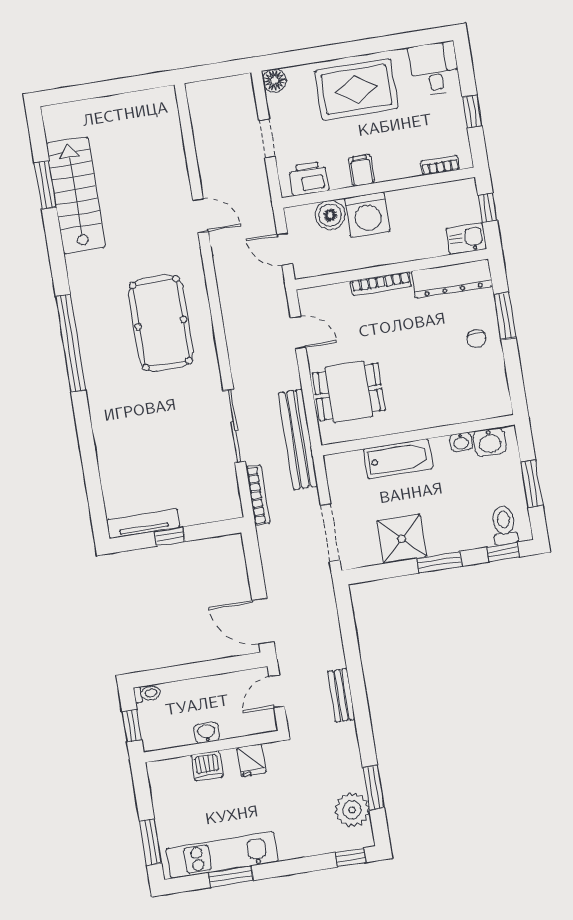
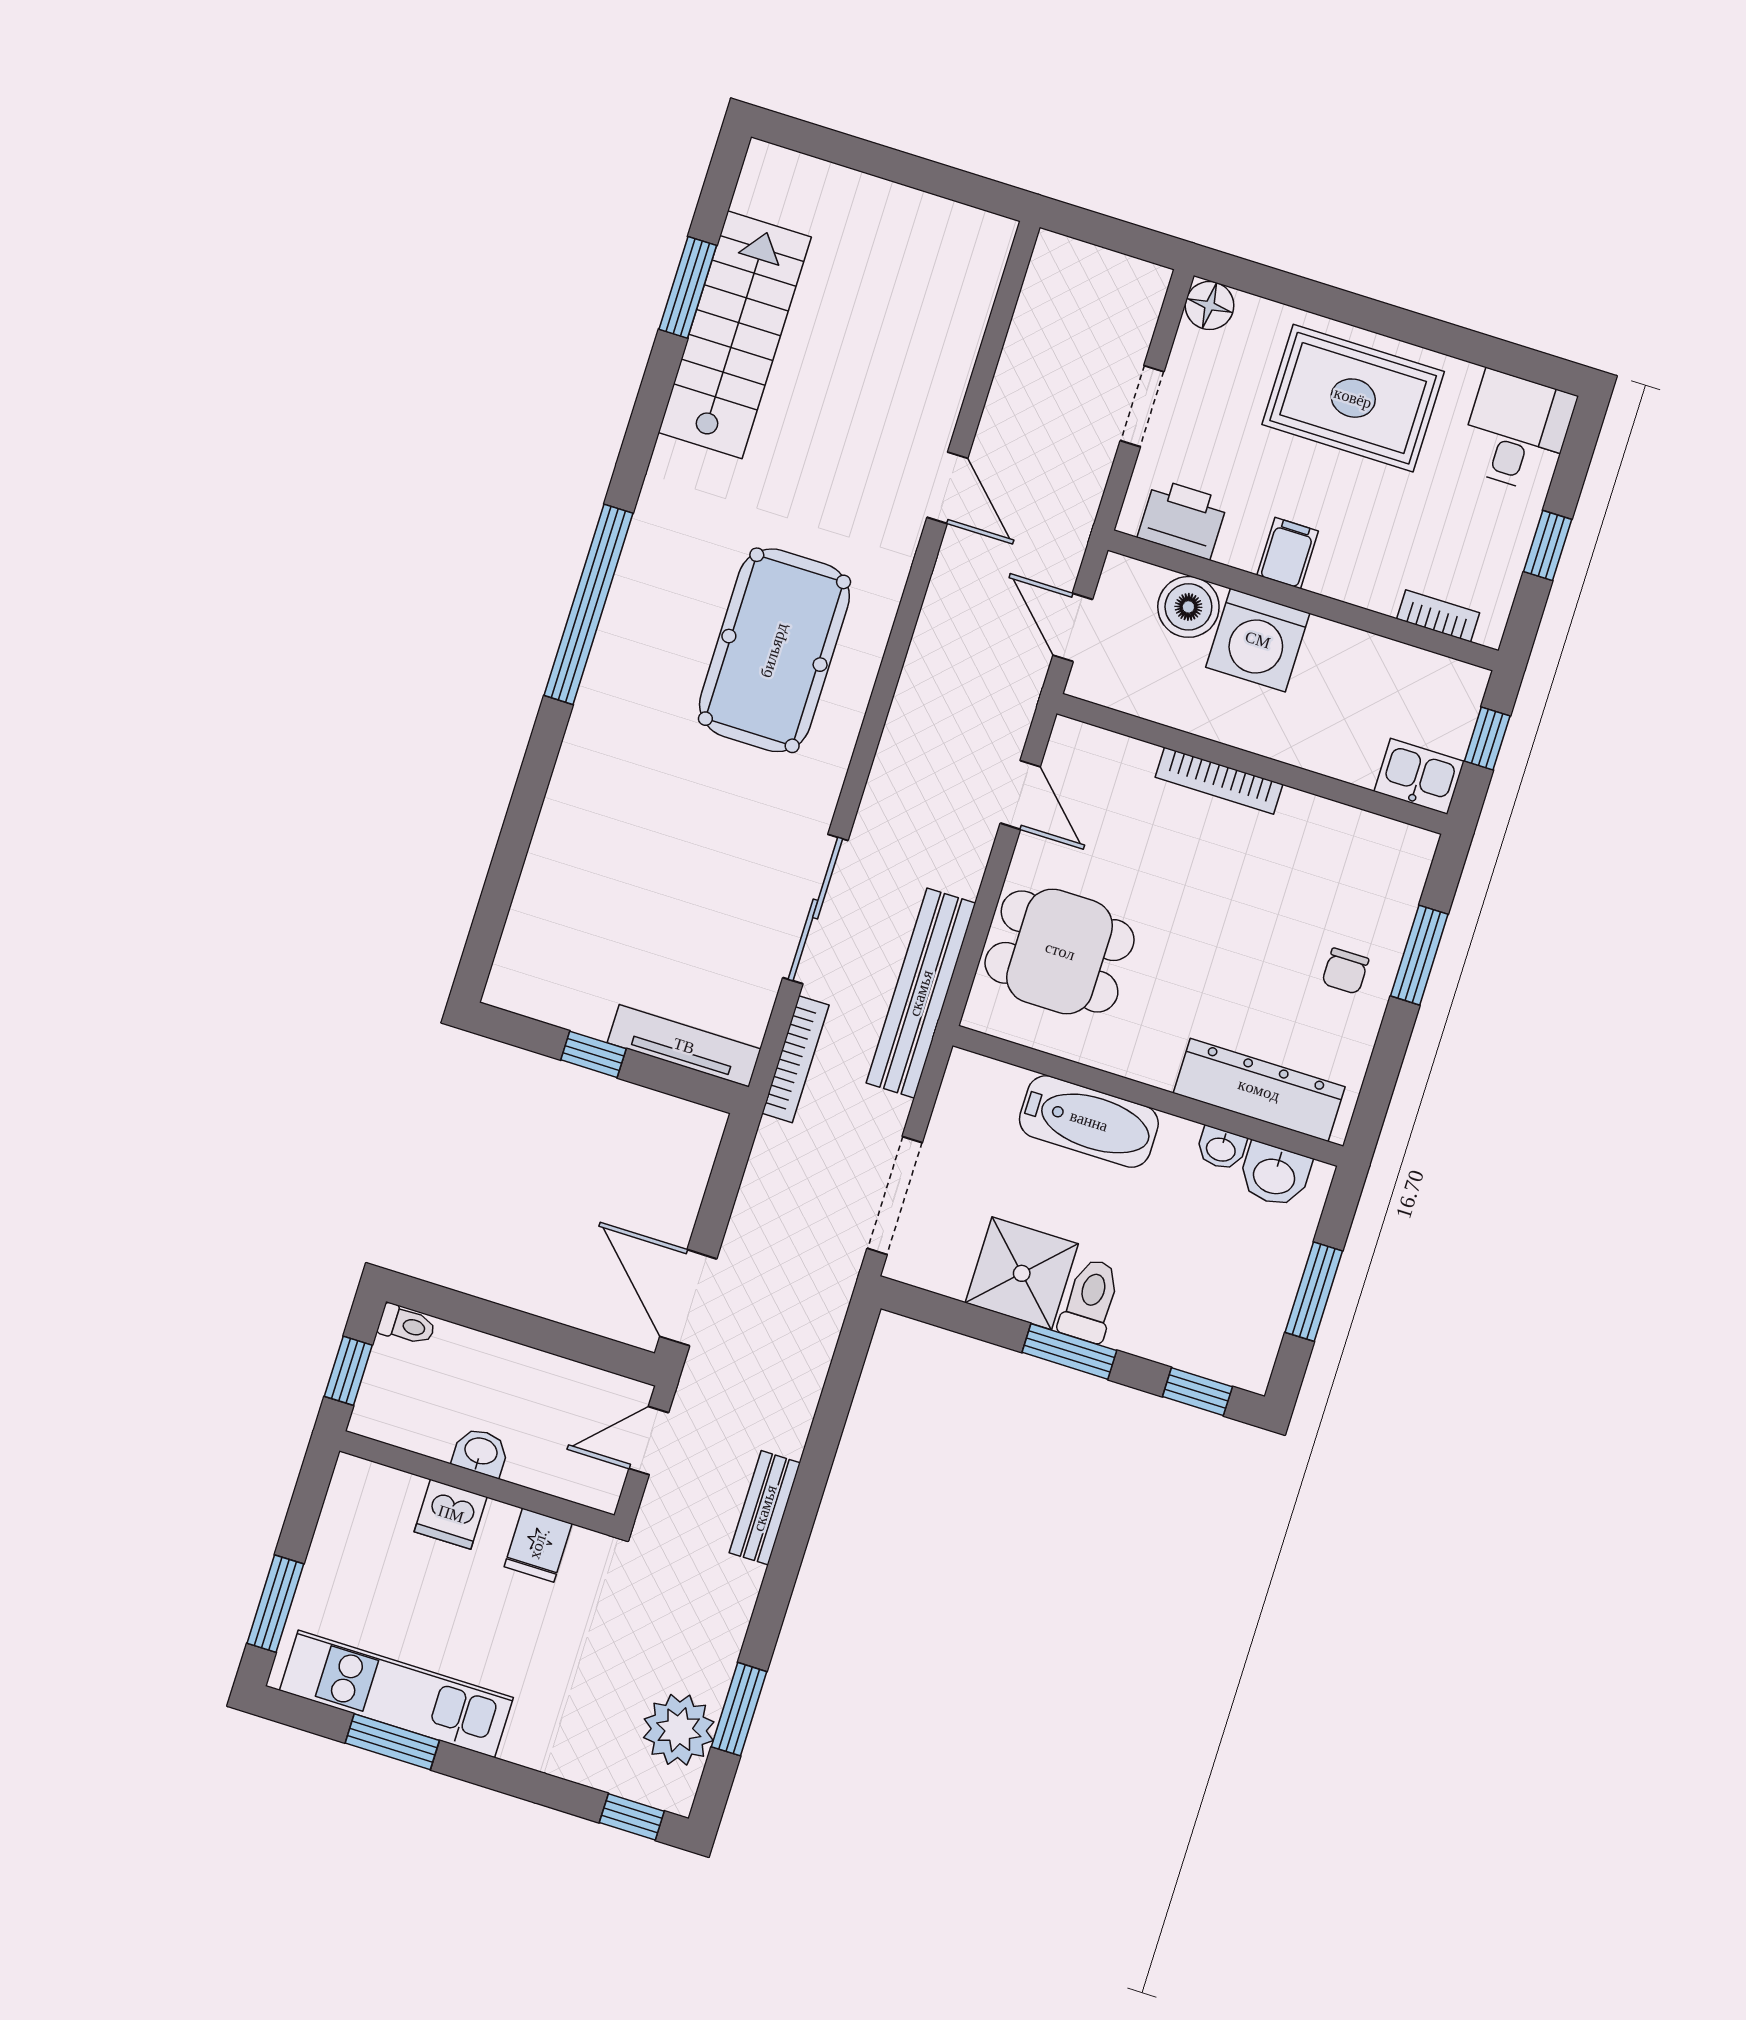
dresser: (452, 279) -> (1259, 1090), moved, turned 180
tv unit: (143, 523) -> (684, 1046), moved
toilet: (504, 525) -> (1090, 1300), moved

